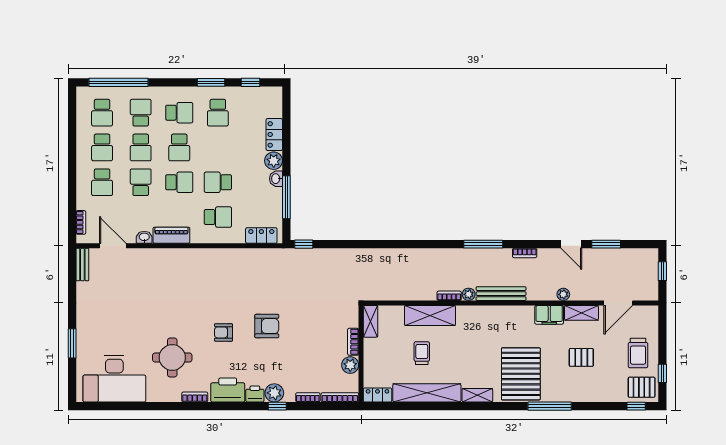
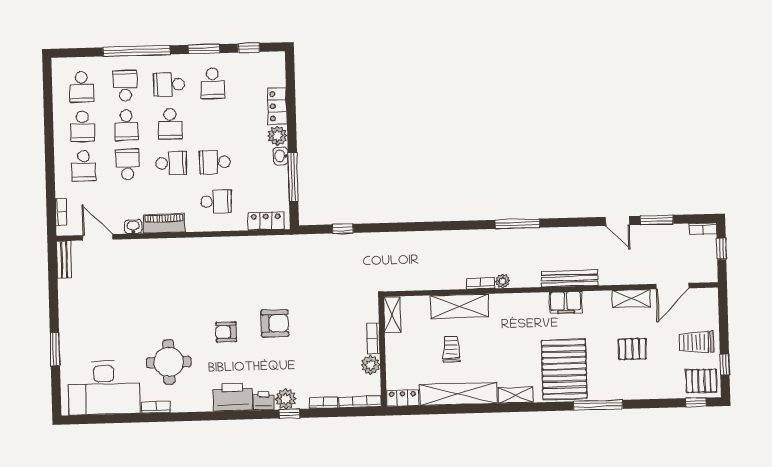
window: (119, 82) -> (136, 51), moved
school desk: (179, 113) -> (169, 84), turned 180
window: (304, 244) -> (343, 229), moved
bookcase: (525, 253) -> (703, 229), moved
bench: (501, 294) -> (570, 278), moved
plant: (563, 294) -> (610, 278), removed
filing cabinet: (549, 315) -> (566, 303), moved
trolley: (638, 353) -> (696, 342), turned 90
bookcase: (195, 397) -> (156, 407), moved

